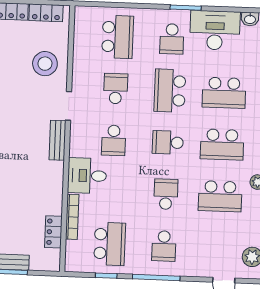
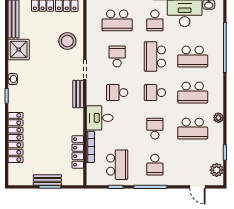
school desk: (118, 37) -> (117, 20), turned 90
school desk: (114, 140) -> (117, 93), turned 90
locker: (53, 232) -> (78, 152), width x1.53

